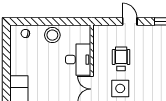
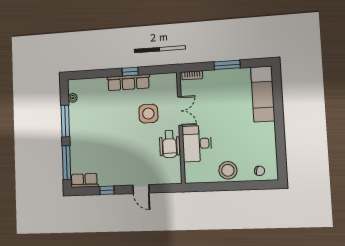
wheelchair: (121, 59) -> (169, 144), moved

